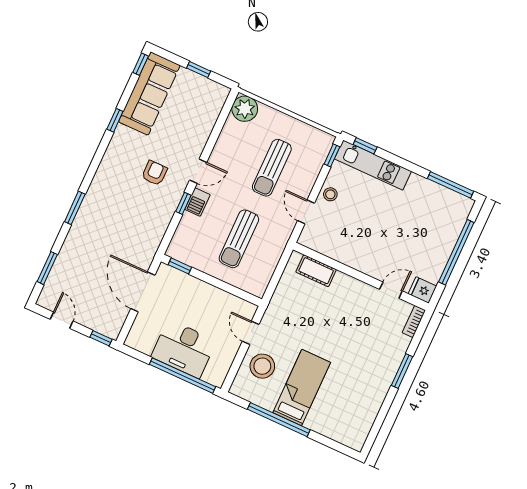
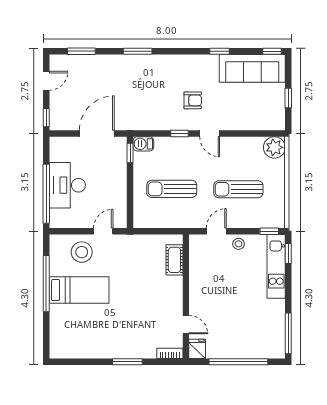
barbecue: (197, 202) -> (143, 144), moved

